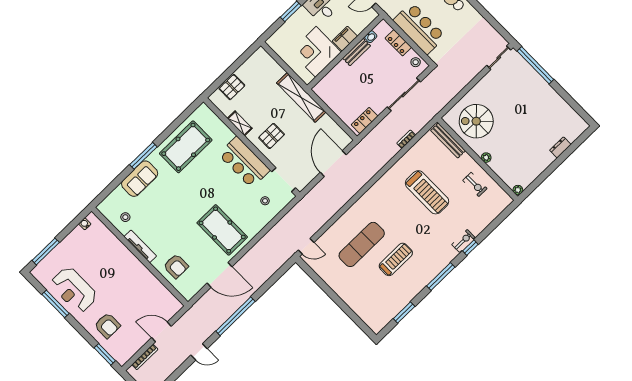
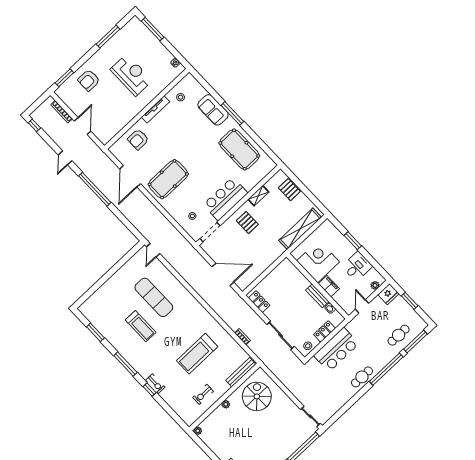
shelving: (301, 97) -> (300, 229), moved
reception desk: (74, 290) -> (131, 75), moved, turned 90

